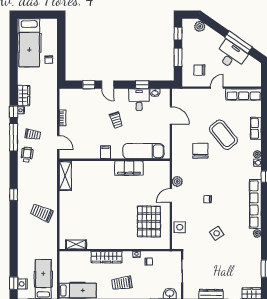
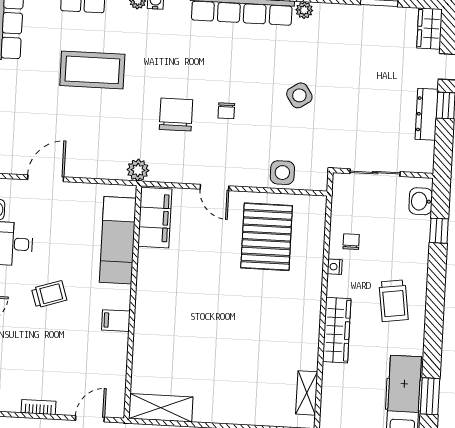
coffee table: (223, 135) -> (92, 70), turned 39
chair: (200, 151) -> (176, 115), moved, turned 90
filing cabinet: (129, 168) -> (155, 218), moved
plant: (177, 181) -> (138, 170), moved
pallet: (149, 221) -> (267, 237), turned 90

